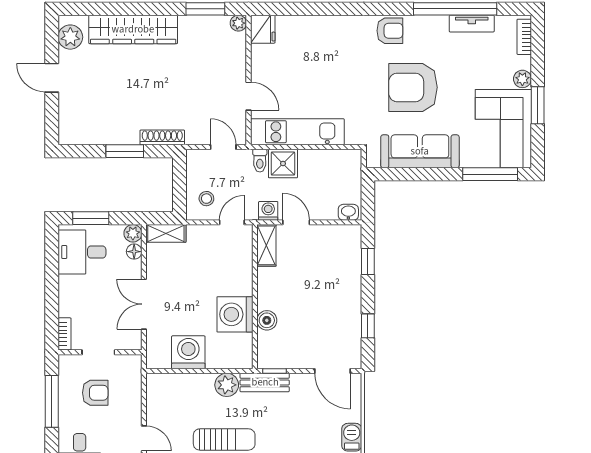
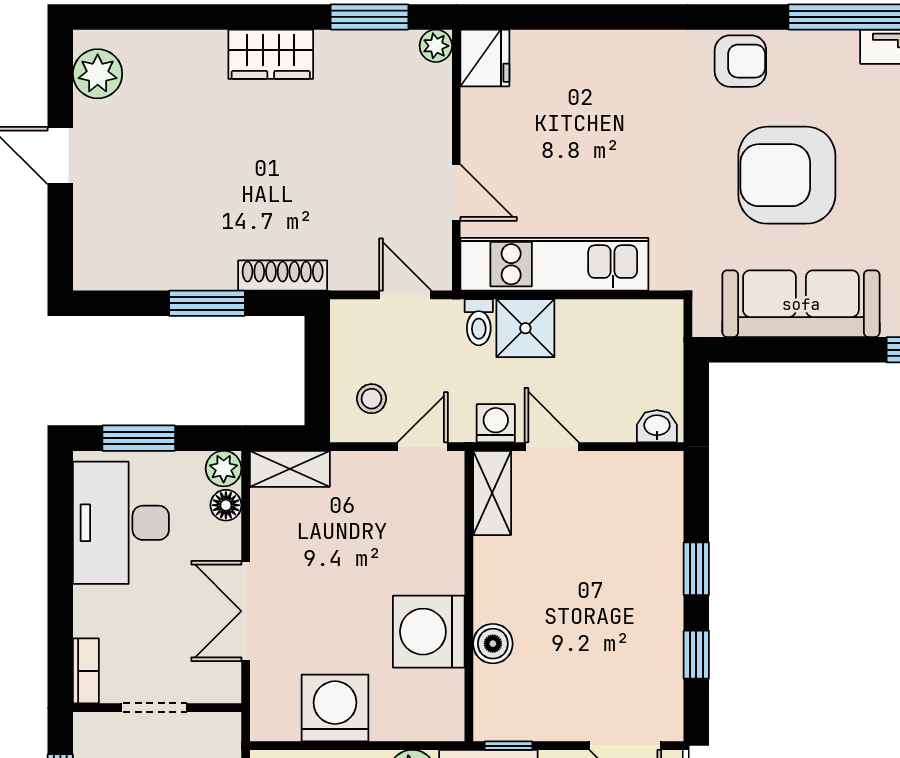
wardrobe: (133, 29) -> (271, 54), width x0.48, depth x0.85
desk: (82, 252) -> (121, 523), width x1.37
window: (368, 261) -> (696, 569), moved

